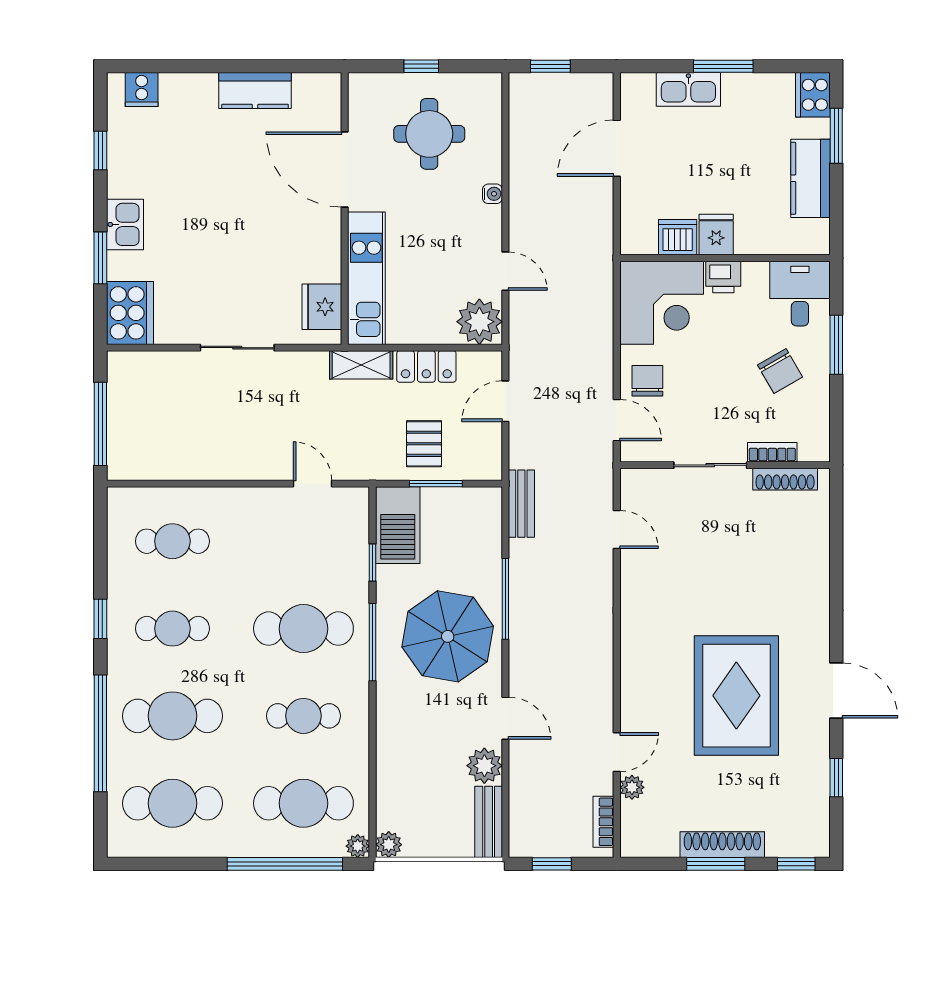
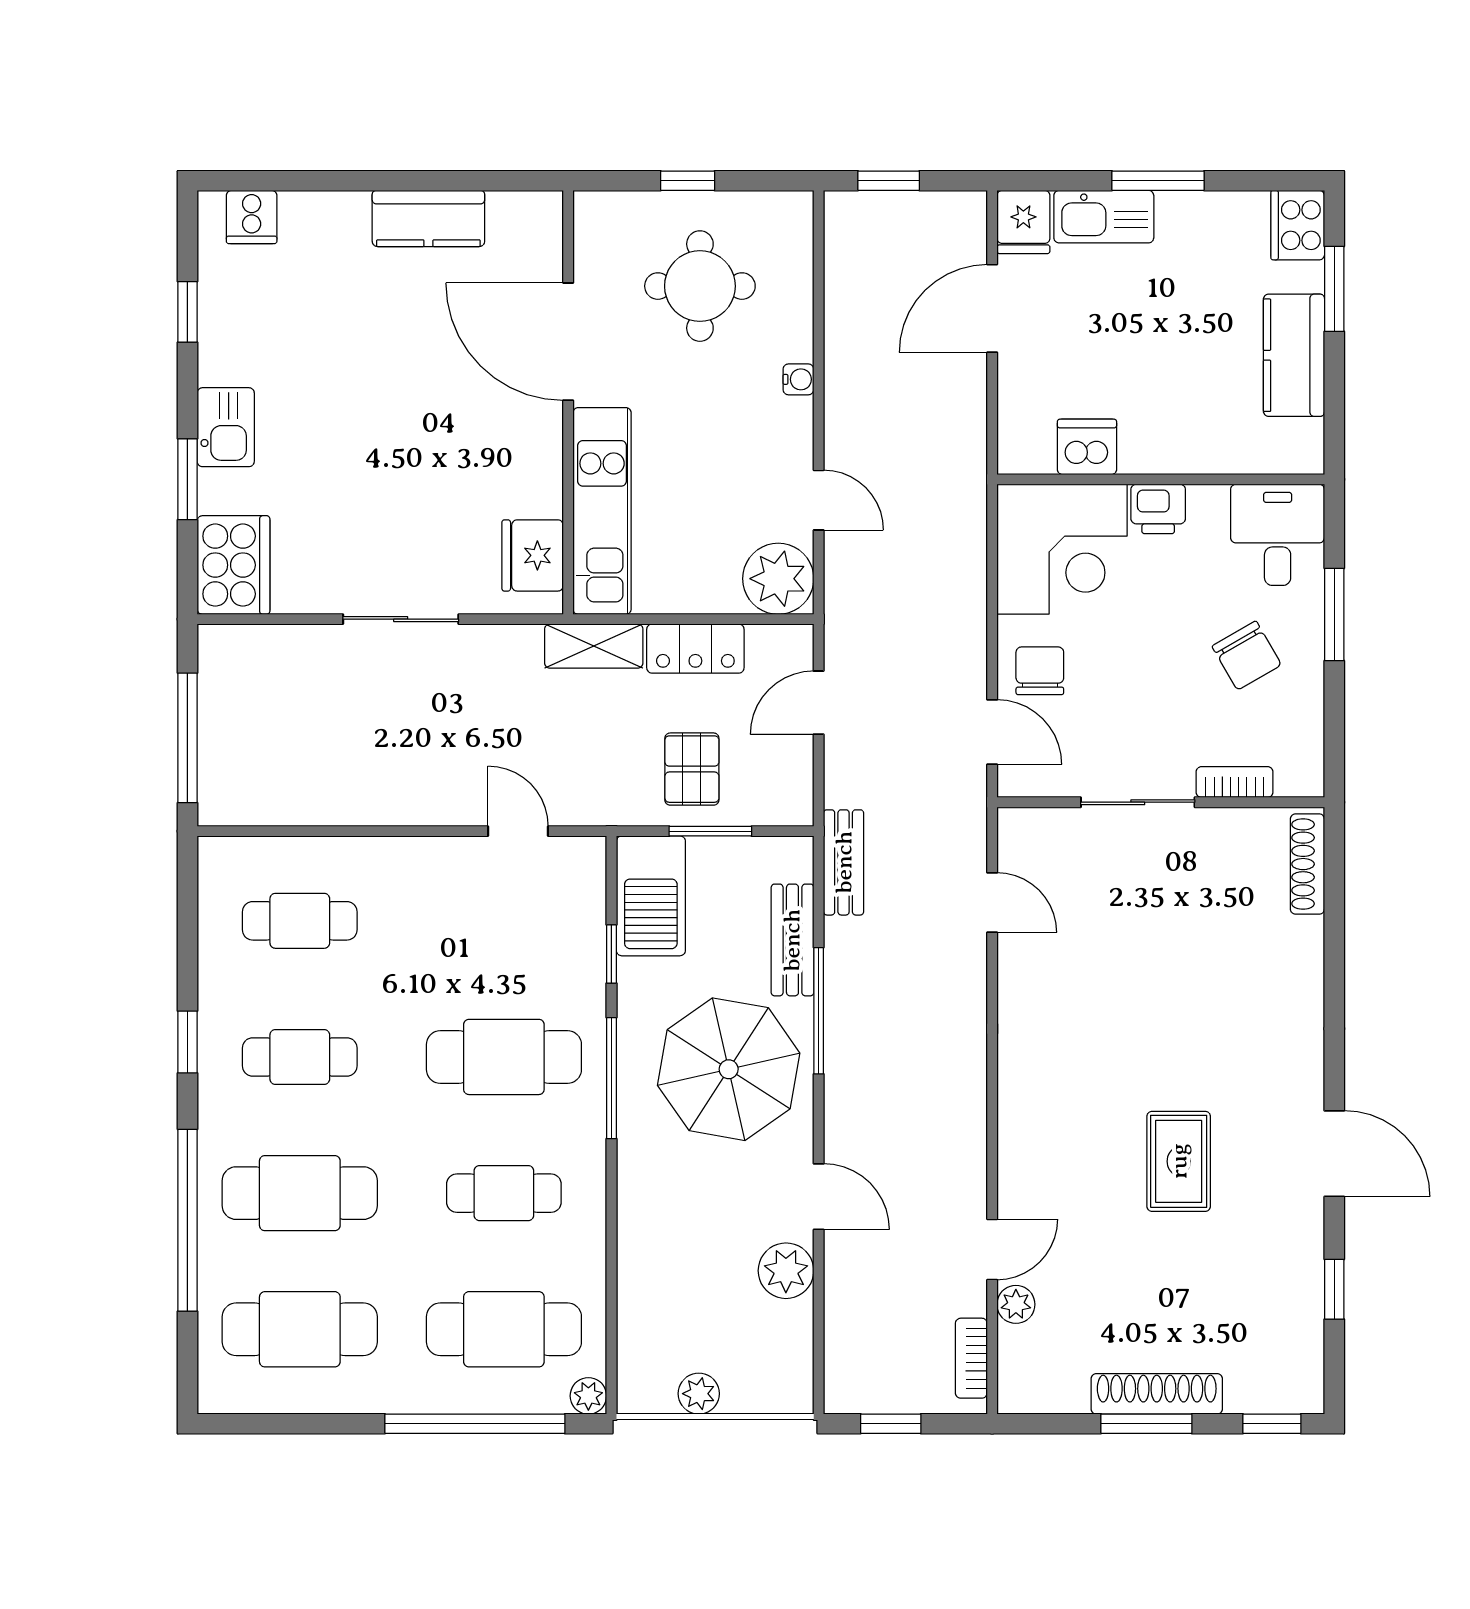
fridge: (716, 235) -> (1023, 222), moved, turned 180
shoe rack: (785, 479) -> (1307, 864), moved, turned 90
rug: (736, 696) -> (1179, 1161), width x0.54, depth x0.49
bench: (489, 822) -> (792, 940), moved
plant: (389, 845) -> (699, 1394), moved

